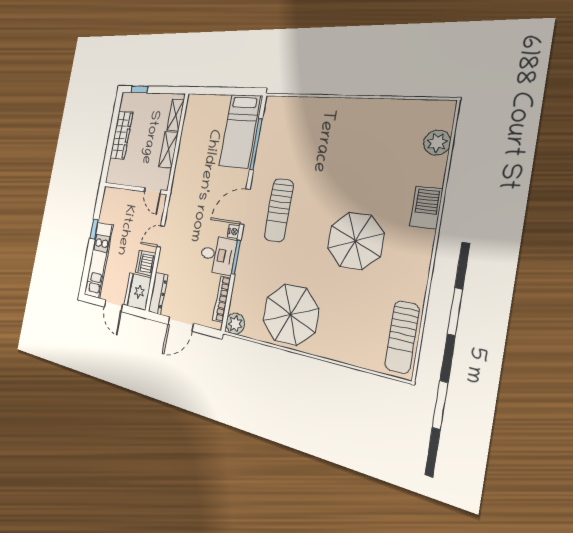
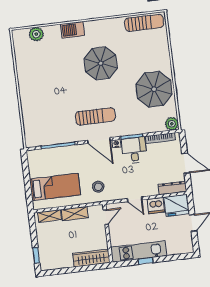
bed: (240, 131) -> (55, 187), moved
wardrobe: (121, 135) -> (91, 258), moved
stool: (189, 190) -> (98, 187), added
kitchen unit: (99, 260) -> (139, 252), moved

